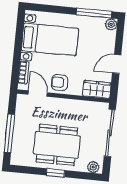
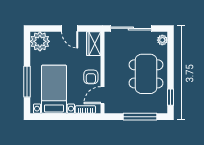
window: (94, 13) -> (27, 82), moved
plant: (111, 24) -> (40, 41), width x1.87, depth x1.87
window: (56, 173) -> (171, 97), moved

